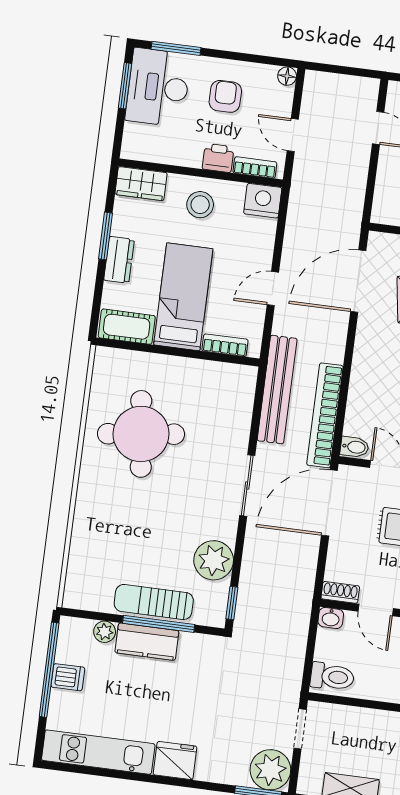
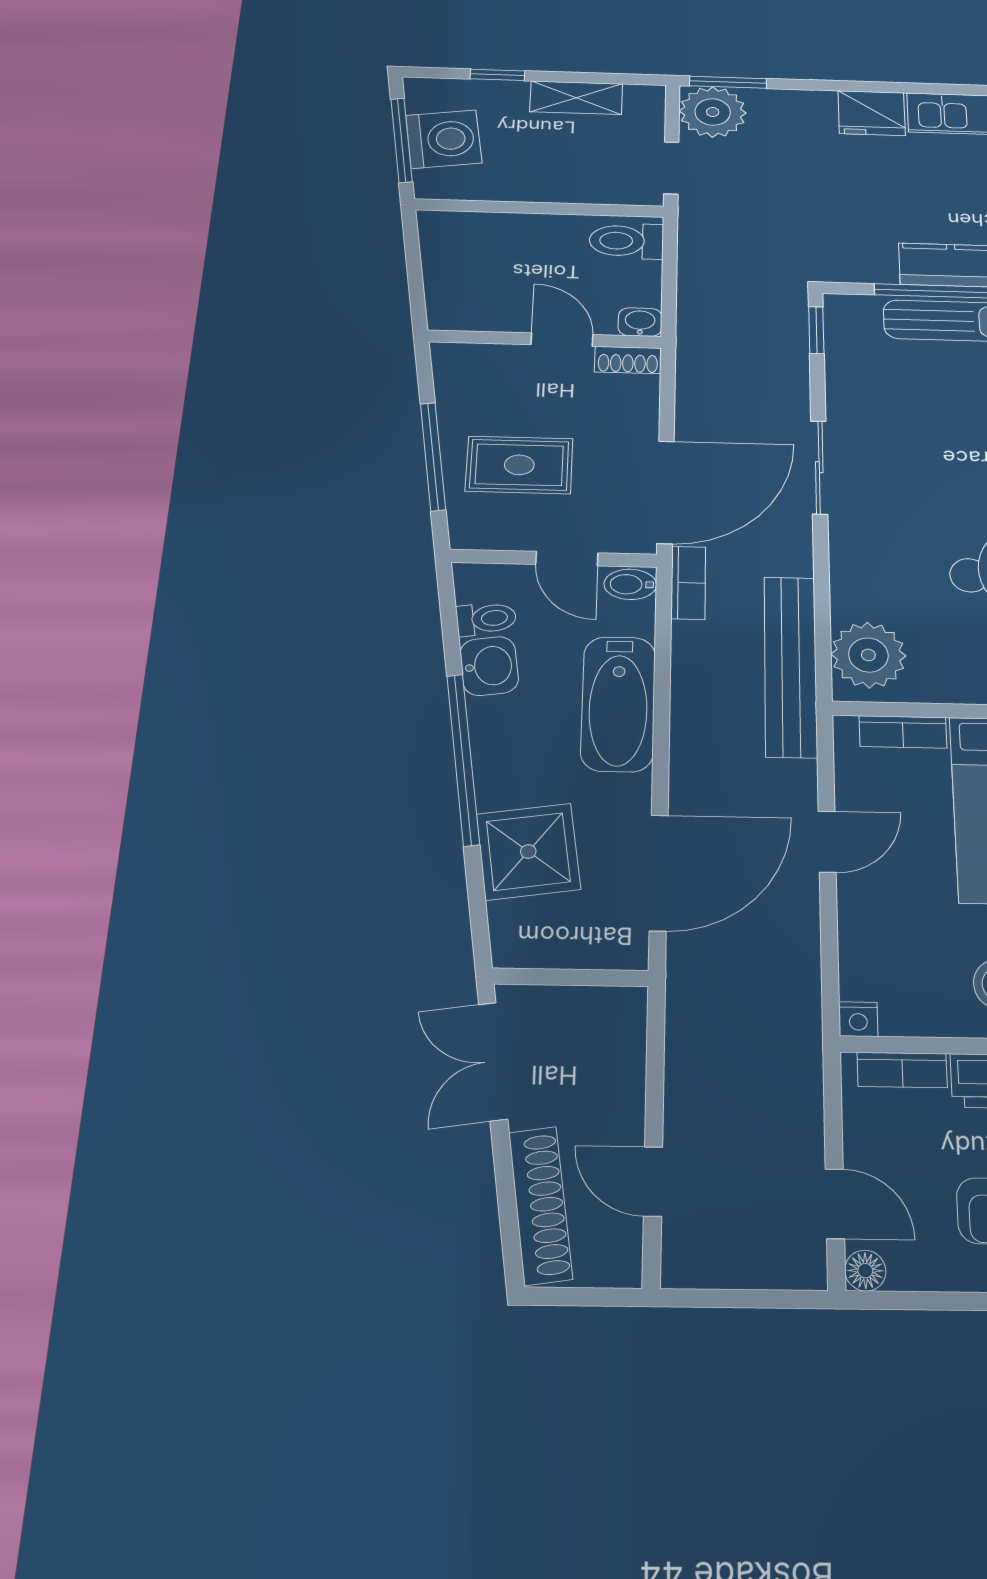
door: (293, 135) -> (835, 1204), moved
nightstand: (263, 201) -> (858, 1019), width x0.53, depth x0.56
bathtub: (368, 377) -> (618, 704), added
bookcase: (325, 415) -> (688, 583), width x0.43, depth x0.76
sliding door: (247, 485) -> (819, 467), moved
plant: (214, 560) -> (868, 655), moved

